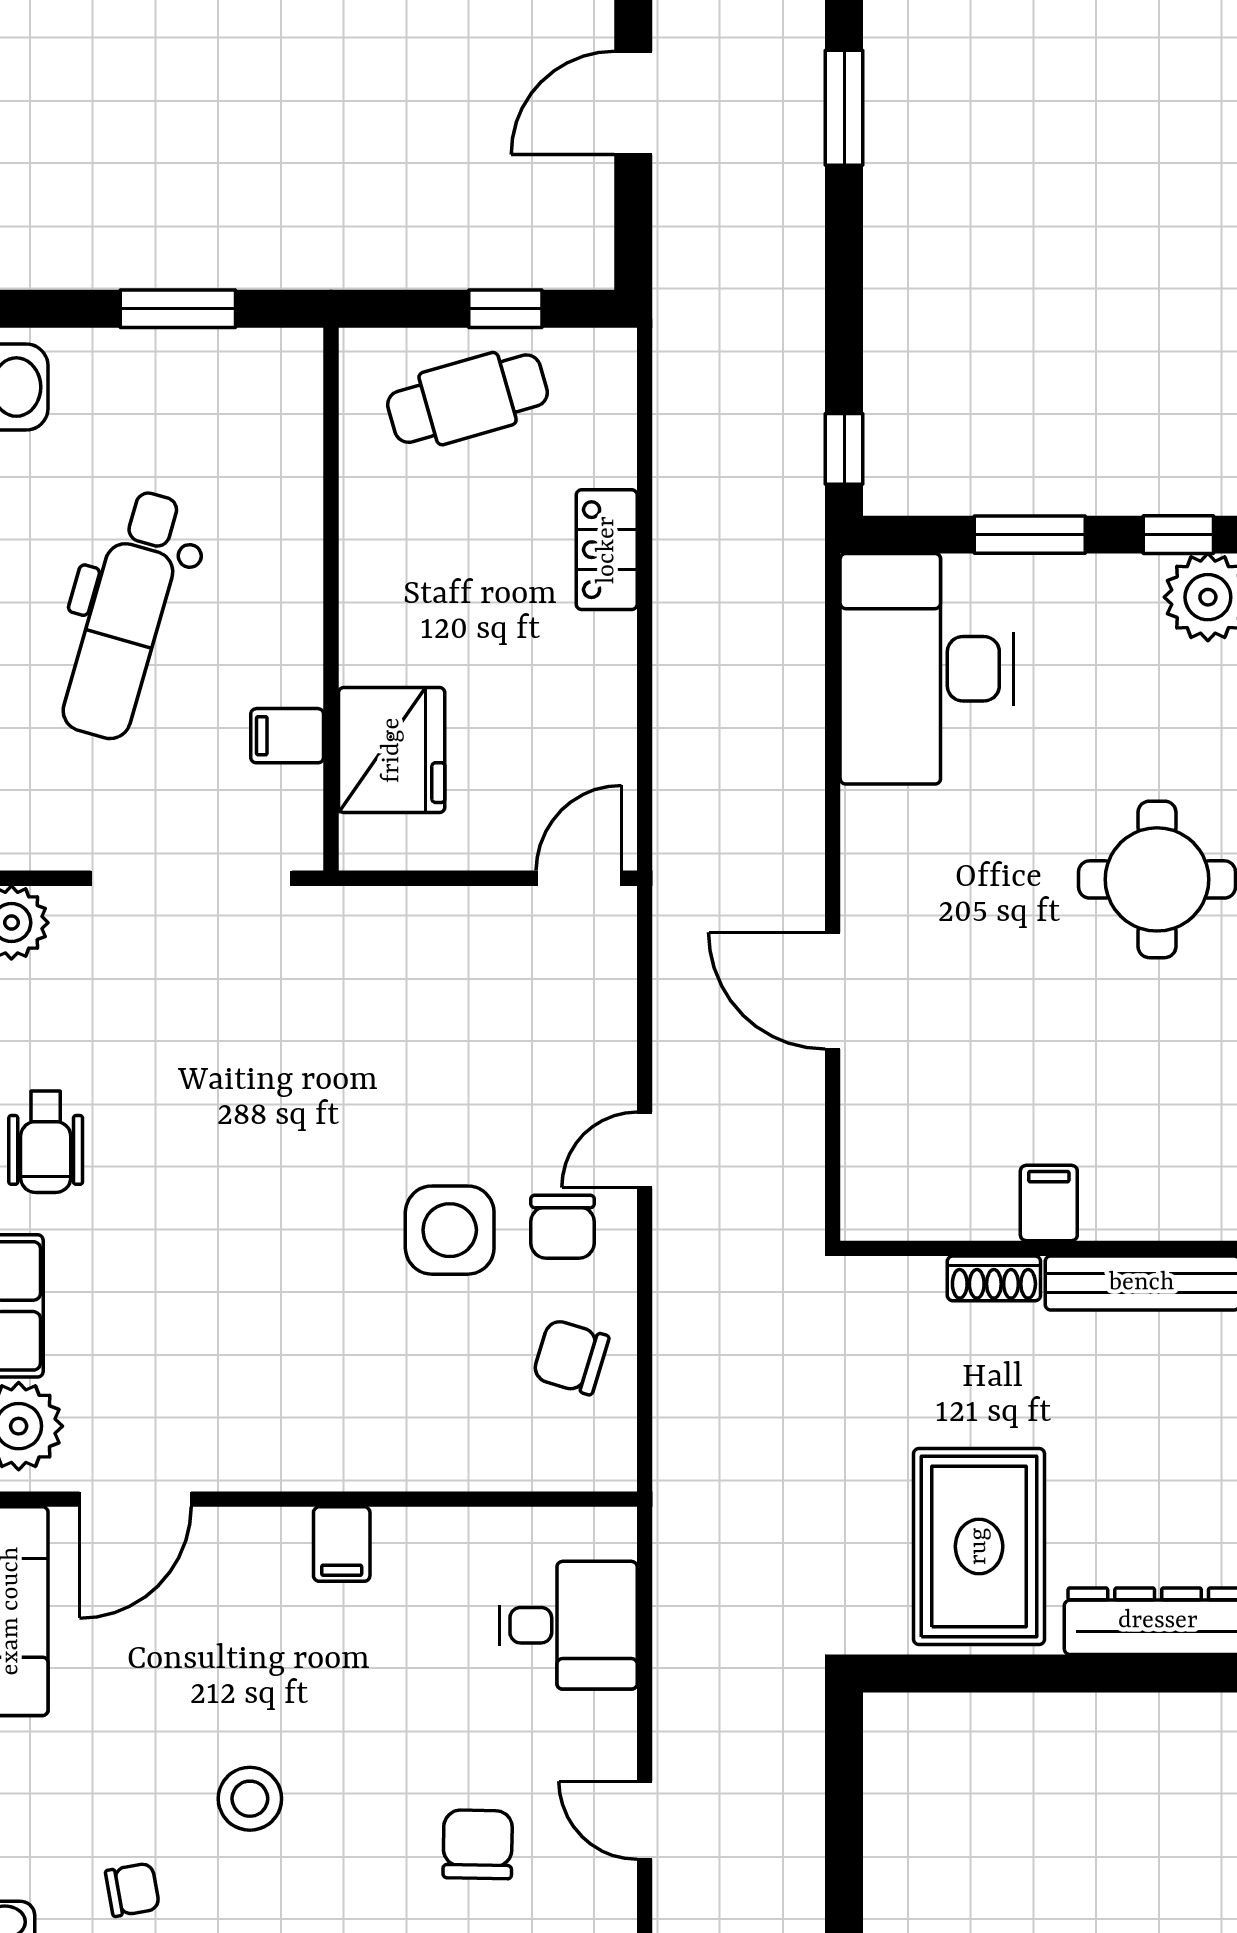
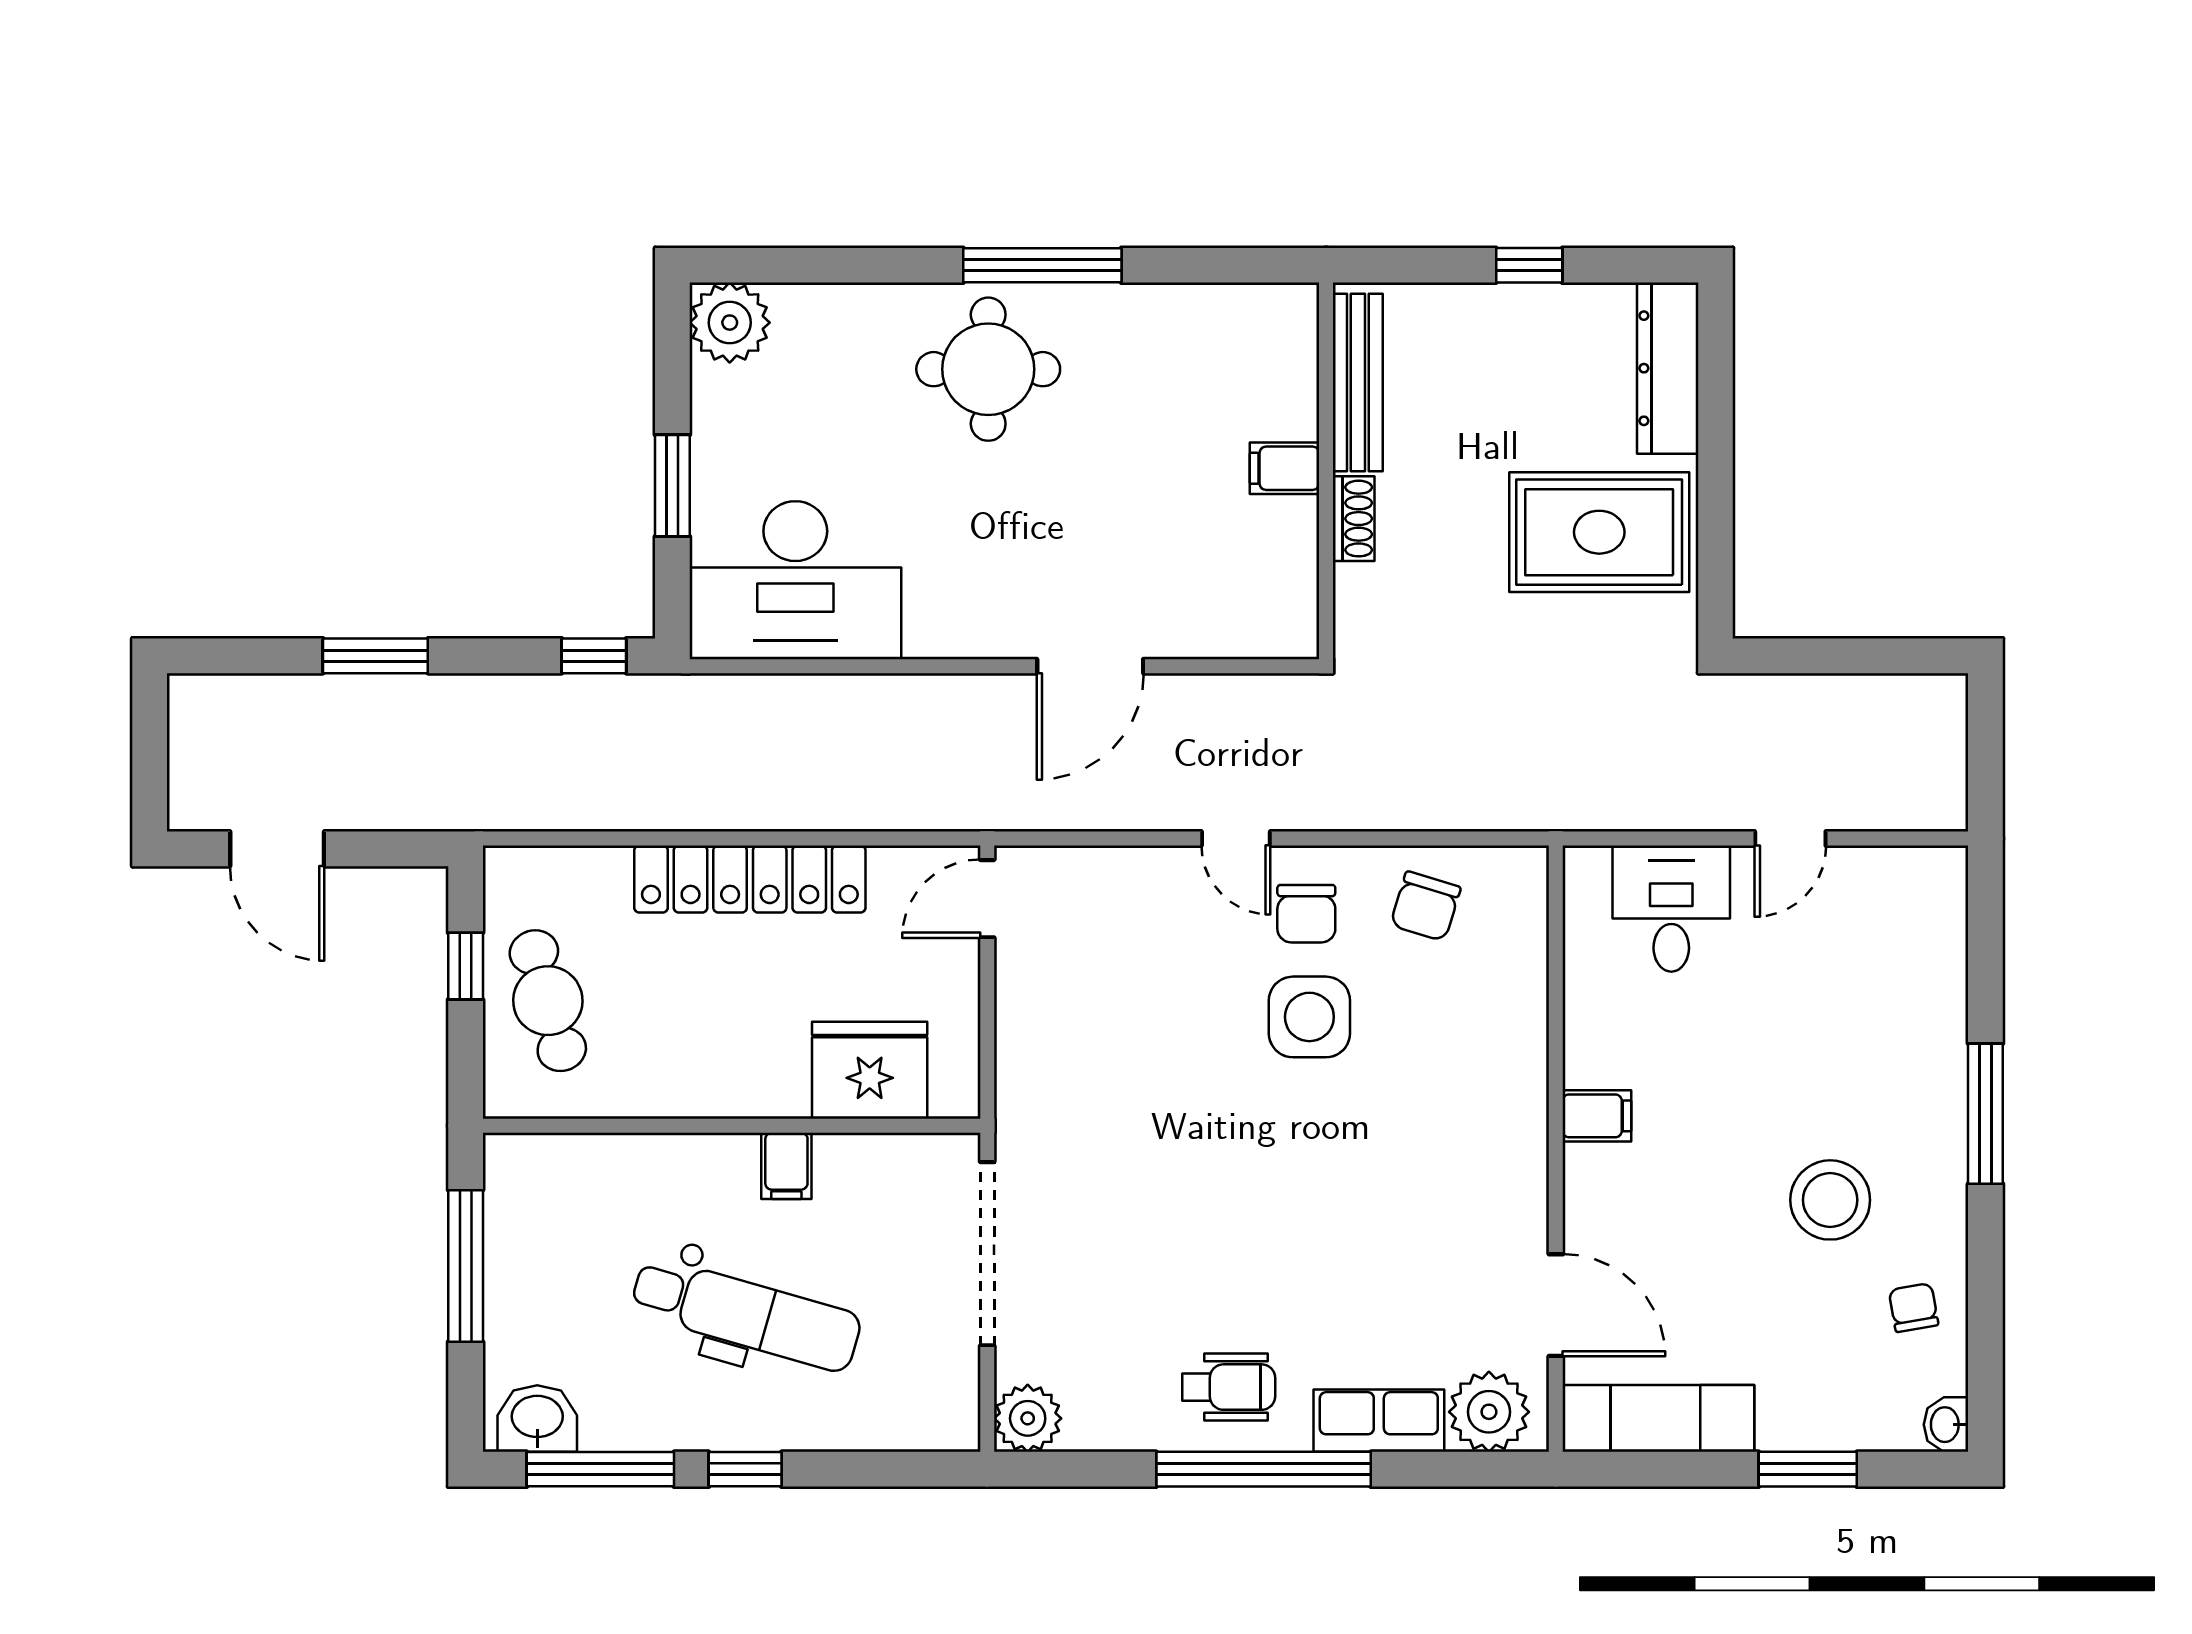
window: (844, 108) -> (375, 656), moved
window: (178, 309) -> (466, 1266), width x1.44
window: (1178, 535) -> (672, 350), removed
locker: (607, 550) -> (750, 879), width x2.16, depth x1.21
filing cabinet: (287, 736) -> (786, 1166), moved
door: (579, 878) -> (987, 899), hinge flipped
chair: (562, 1227) -> (1306, 914), turned 90
stool: (250, 1799) -> (1830, 1200), width x1.38, depth x1.38
door: (645, 1820) -> (1790, 839), moved
chair: (478, 1844) -> (1872, 991), removed

